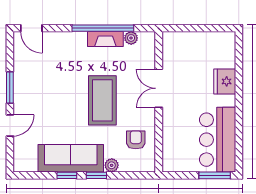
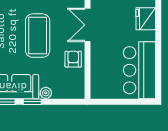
armchair: (136, 140) -> (73, 59), moved
window: (215, 175) -> (137, 102), removed

